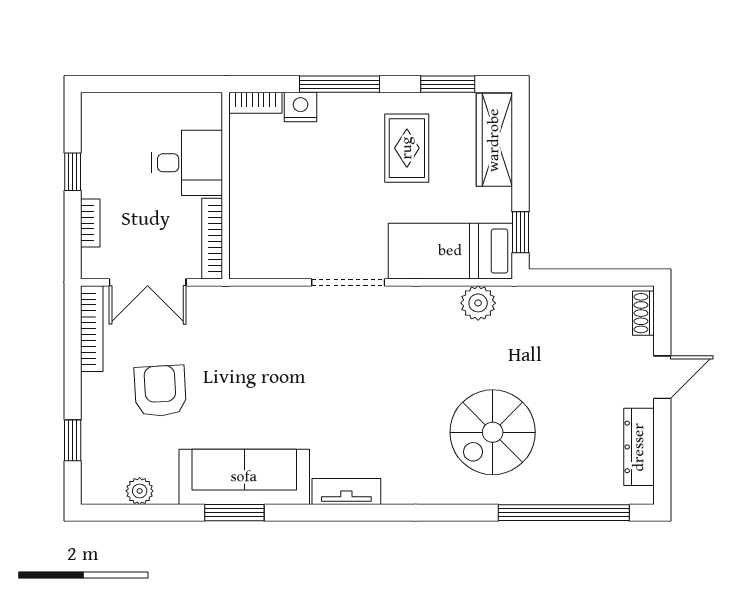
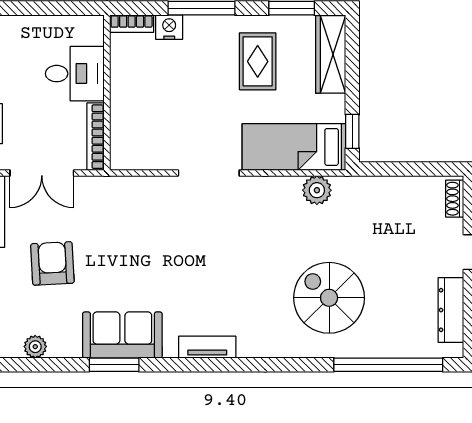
spiral stairs: (493, 432) -> (329, 298), turned 90
sofa: (244, 477) -> (122, 335), width x0.73

